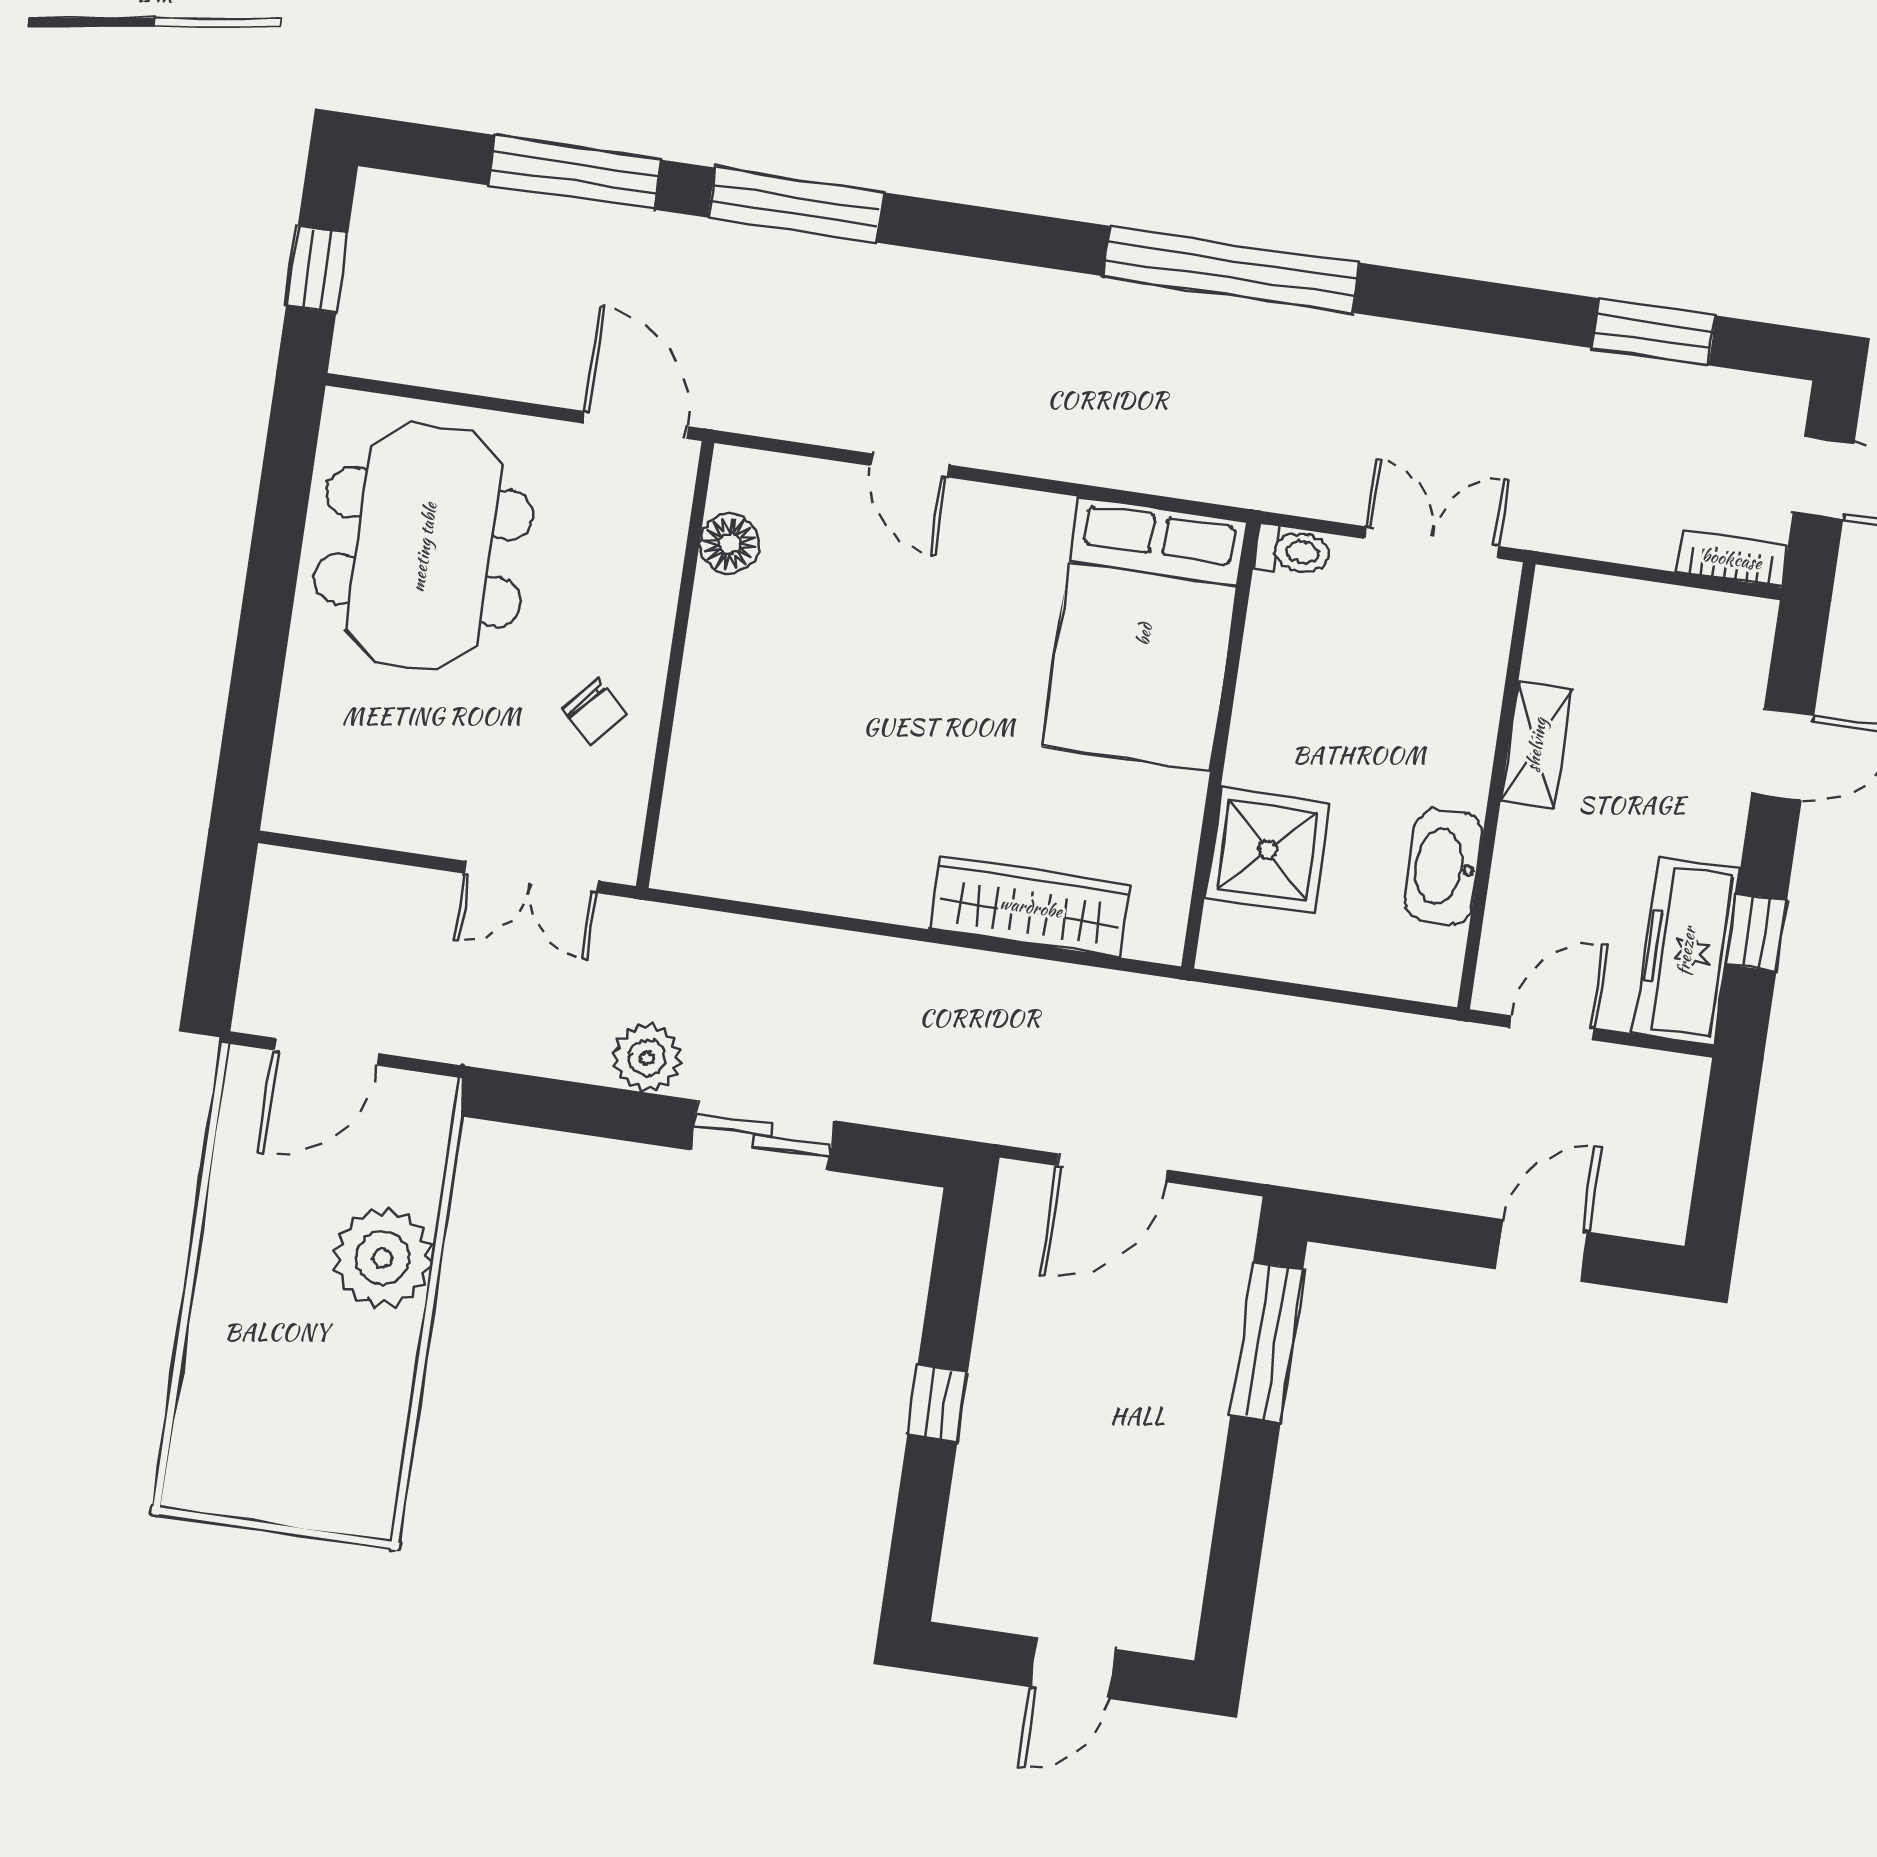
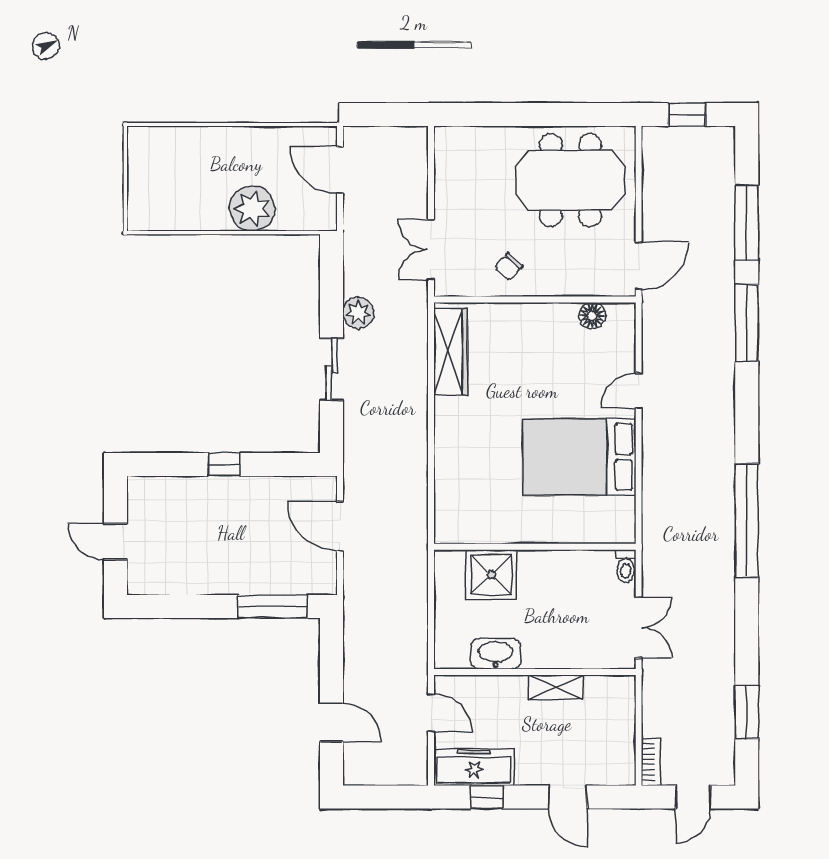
bed: (1144, 634) -> (579, 457), moved
wardrobe: (1031, 907) -> (451, 352), moved

